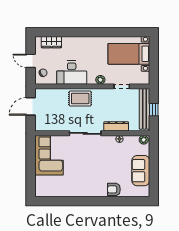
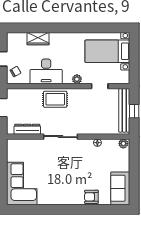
wardrobe: (51, 42) -> (38, 39), moved
dresser: (116, 126) -> (27, 129), moved
corner sofa: (49, 155) -> (22, 184), moved
sofa: (141, 171) -> (120, 188), moved

